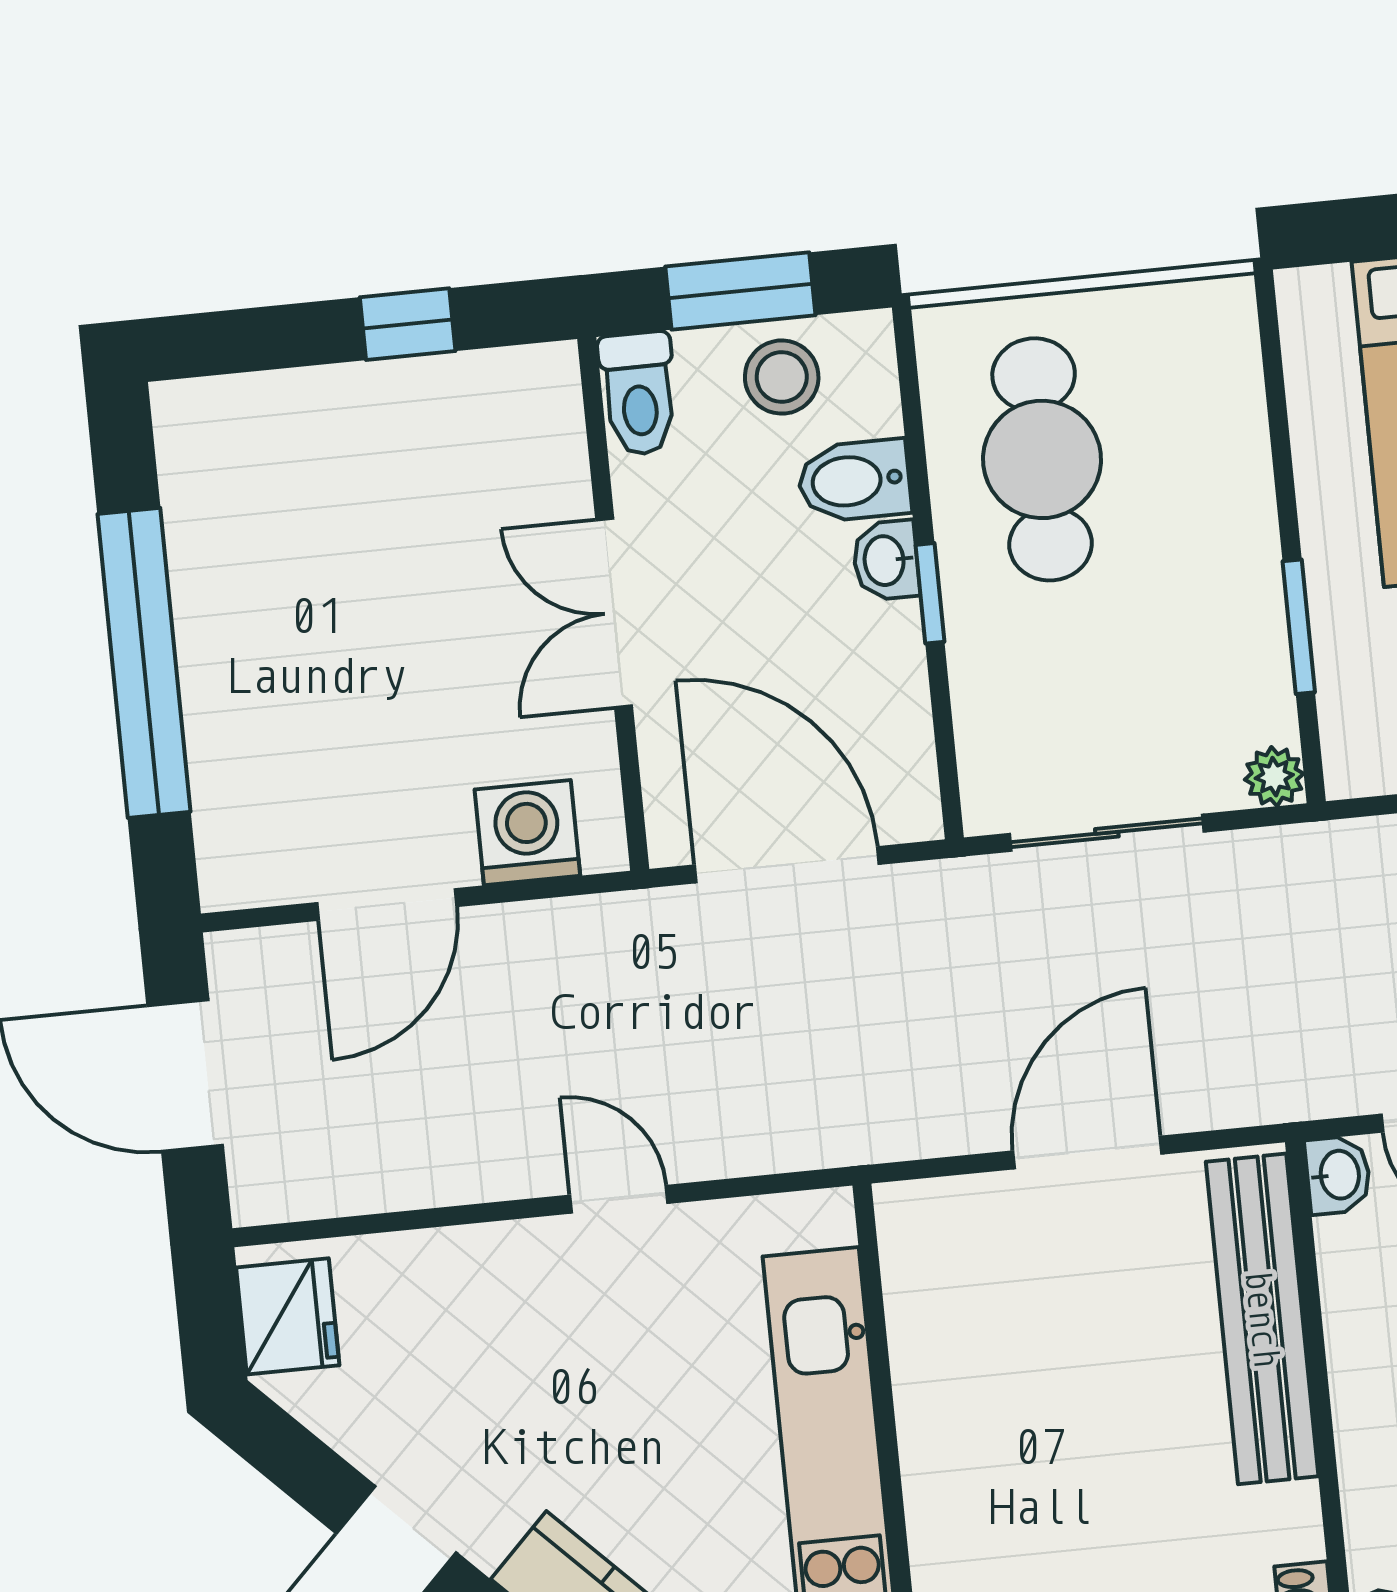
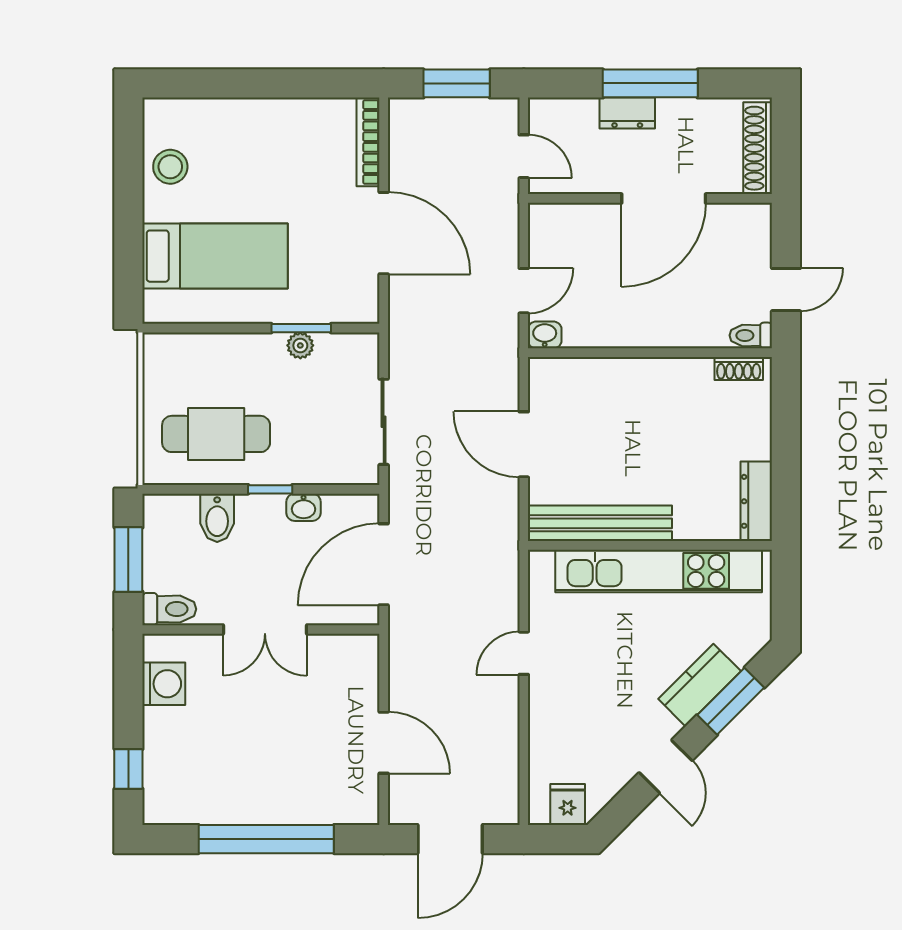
window: (408, 324) -> (128, 769), moved
stool: (782, 377) -> (168, 545), removed
washbasin: (886, 560) -> (304, 507), moved
plant: (1274, 777) -> (300, 345), moved
washing machine: (527, 833) -> (164, 684), moved, turned 180
fridge: (288, 1316) -> (568, 804), width x0.72
bench: (1262, 1319) -> (600, 523), moved

